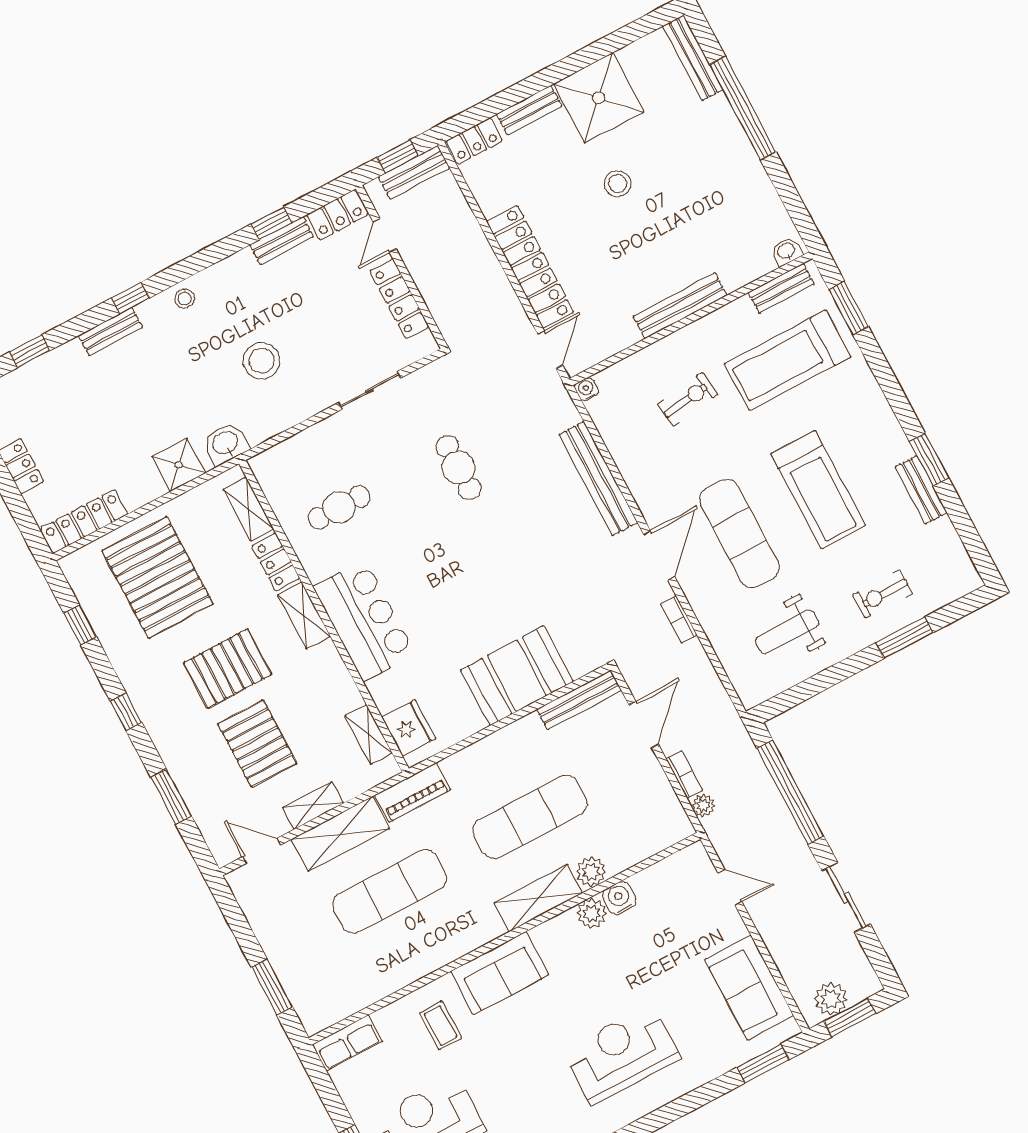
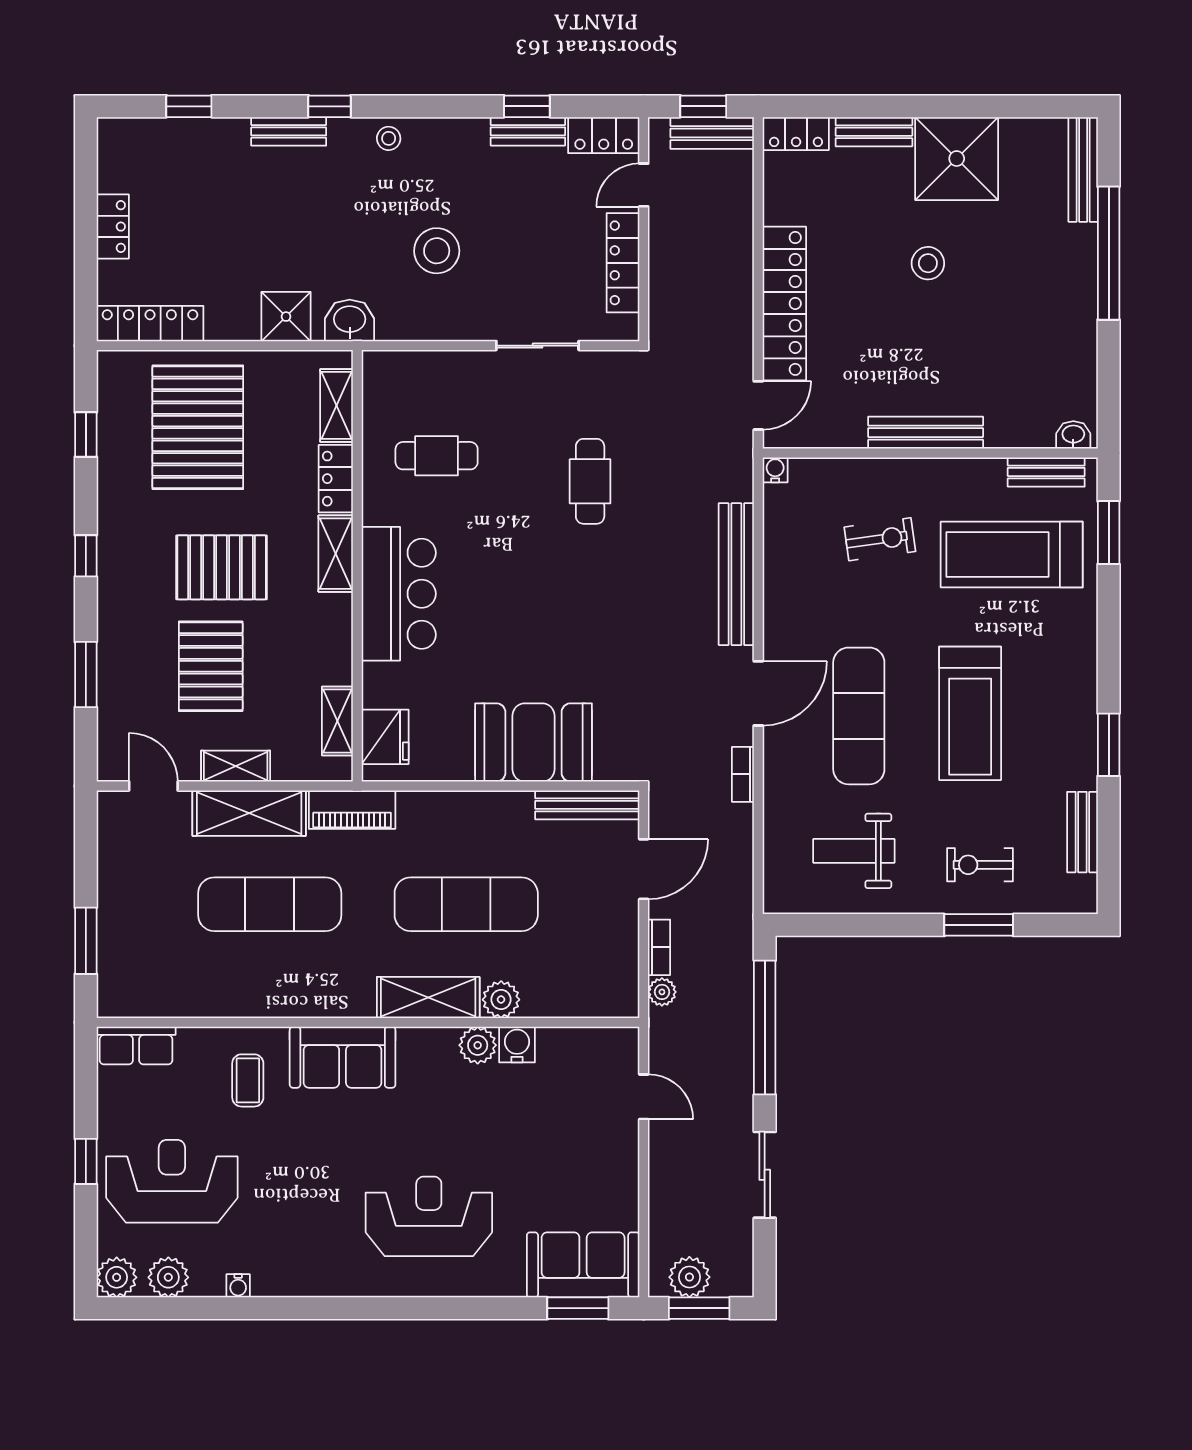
bench: (921, 490) -> (1082, 832), moved
sofa: (749, 988) -> (583, 1265), moved, turned 90

